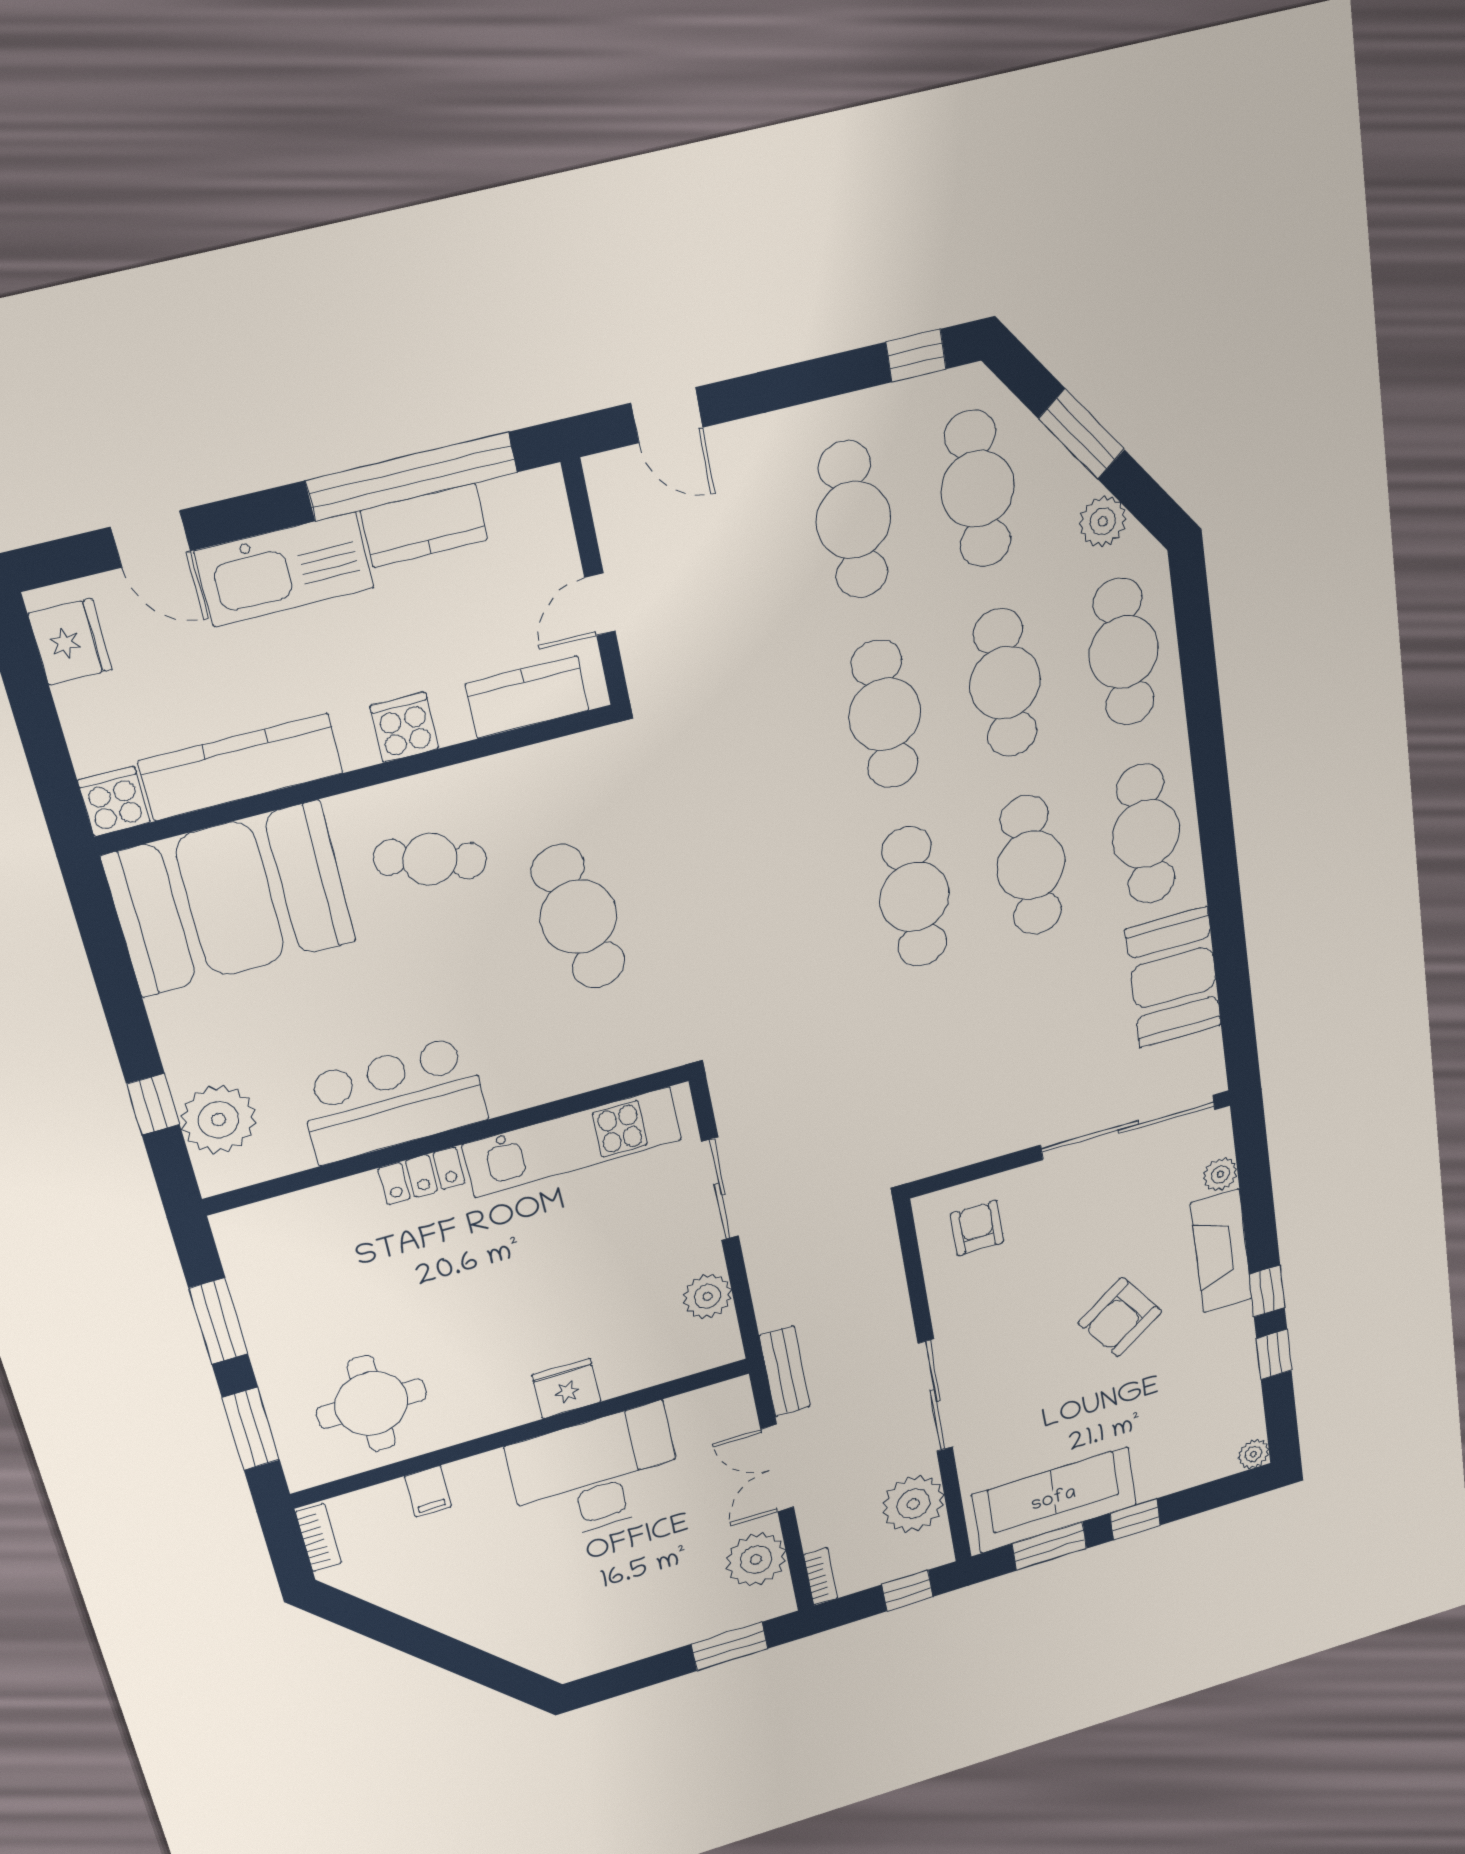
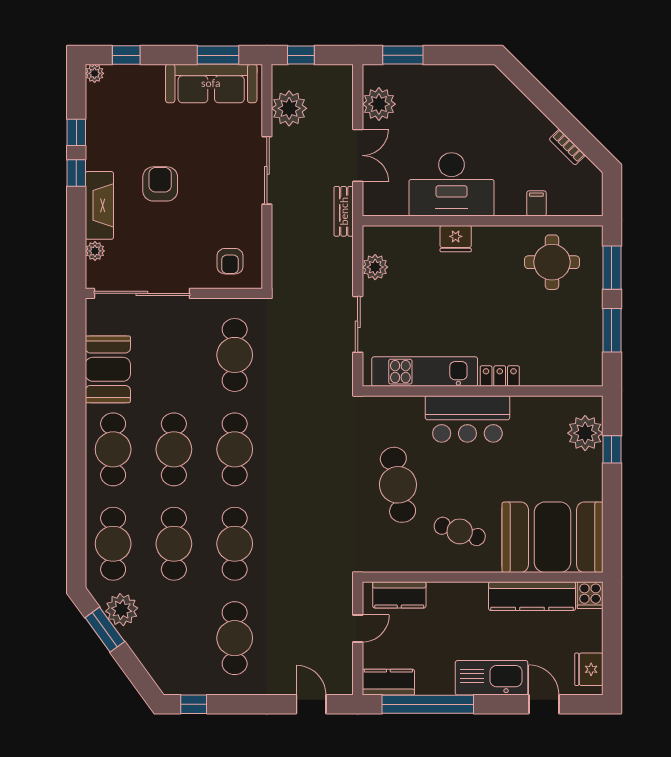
window: (1081, 434) -> (105, 630), moved
cafe table: (978, 489) -> (235, 355), moved
plant: (1103, 521) -> (122, 610), width x1.36, depth x1.36
kitchen counter: (424, 525) -> (388, 682), moved
cooker: (405, 727) -> (457, 595), removed
bar counter: (393, 1100) -> (467, 419), moved
armchair: (1120, 1317) -> (160, 184), turned -55
window: (1135, 1519) -> (126, 55), moved
bookcase: (318, 1538) -> (567, 147), moved, turned -45
bookcase: (821, 1576) -> (346, 81), removed

